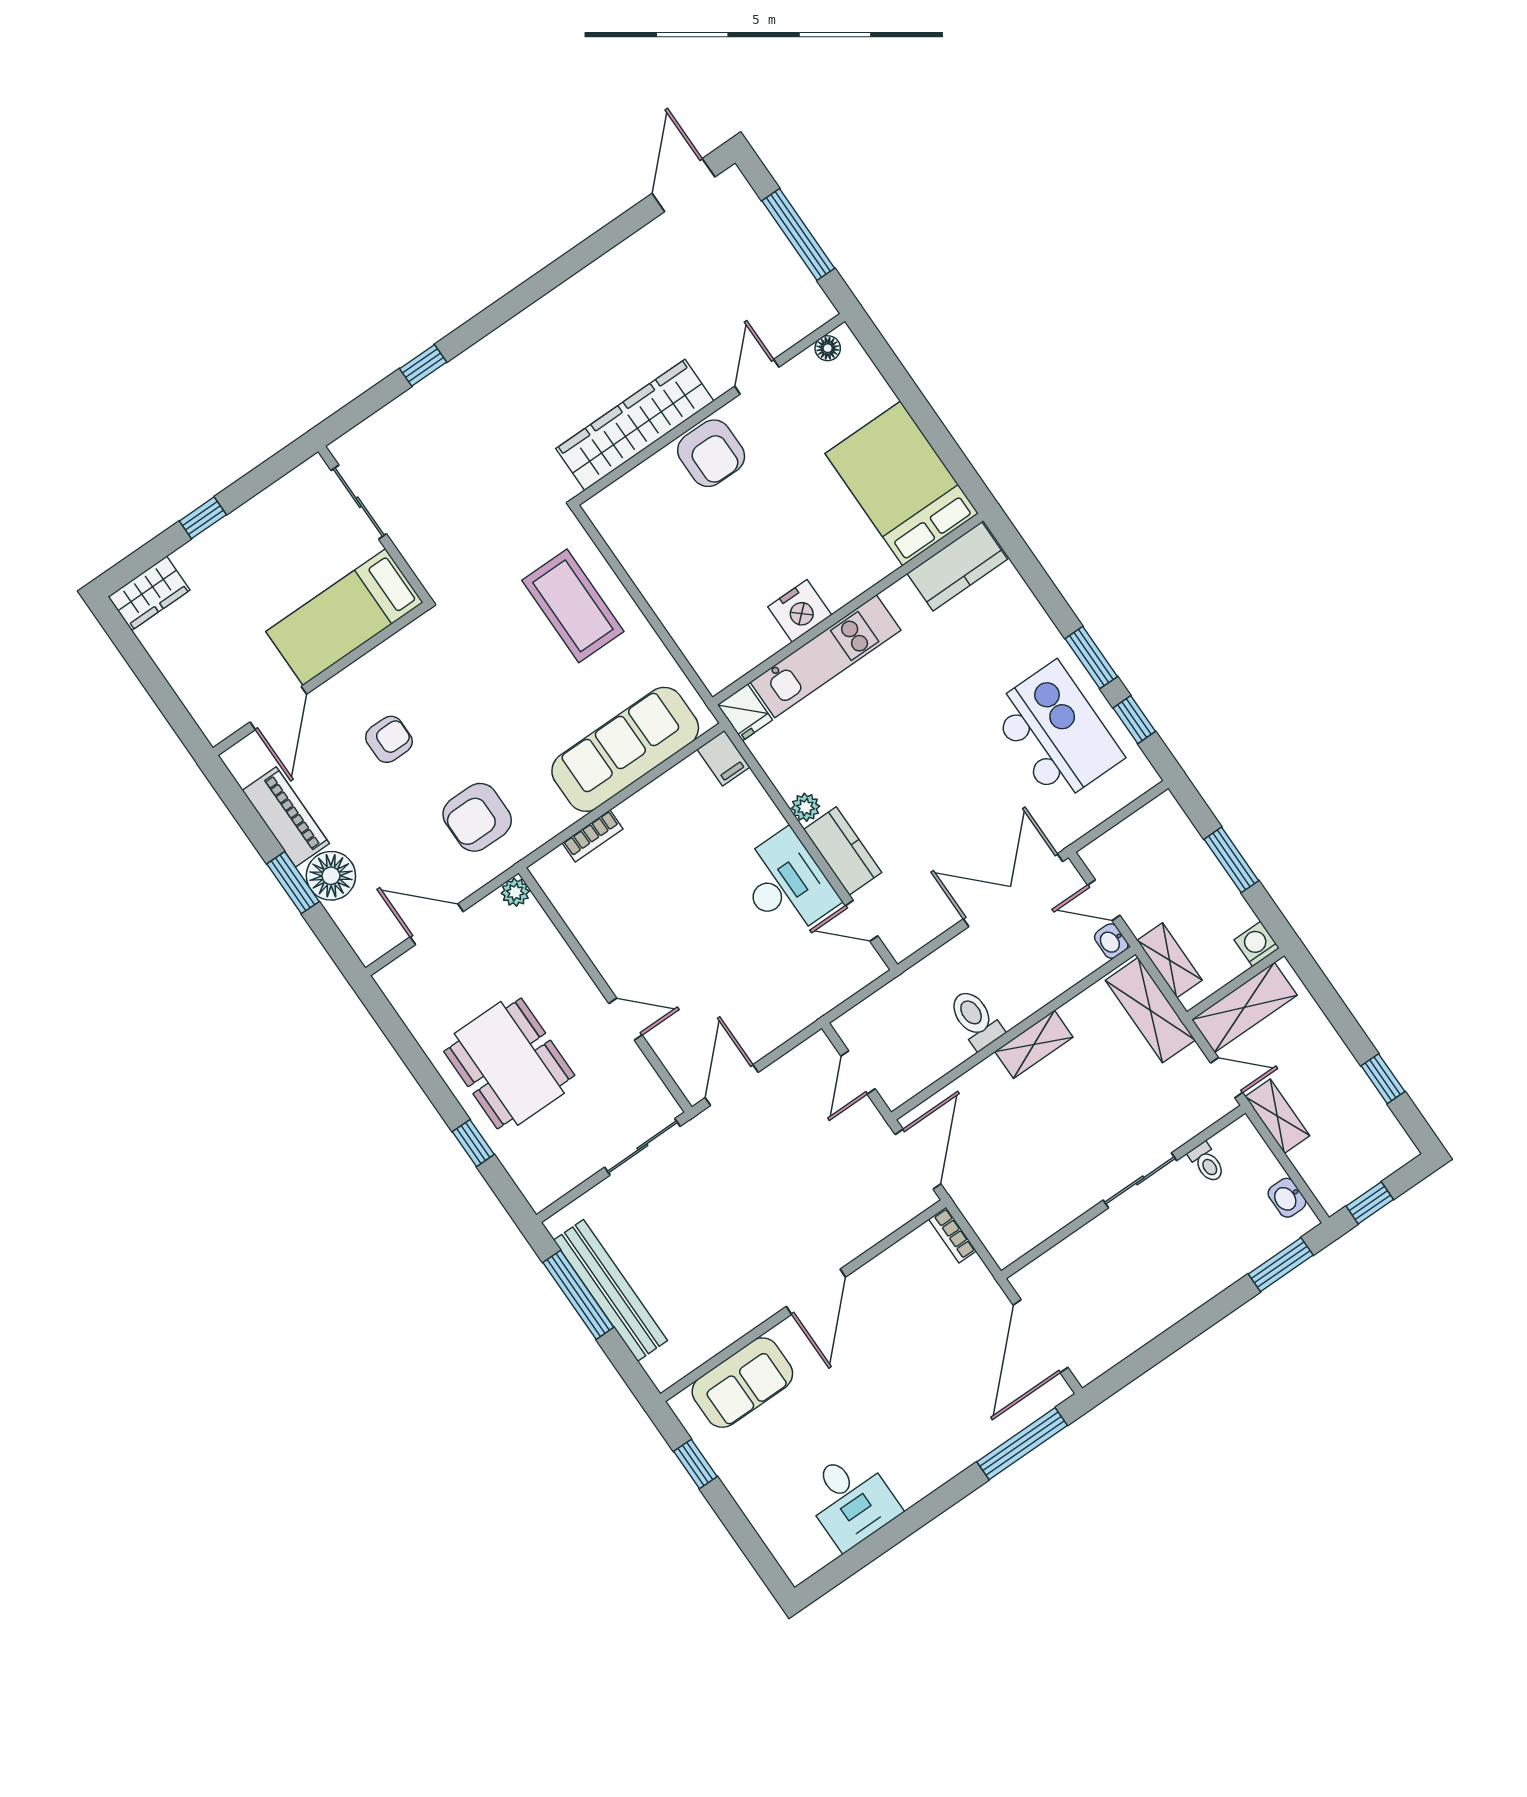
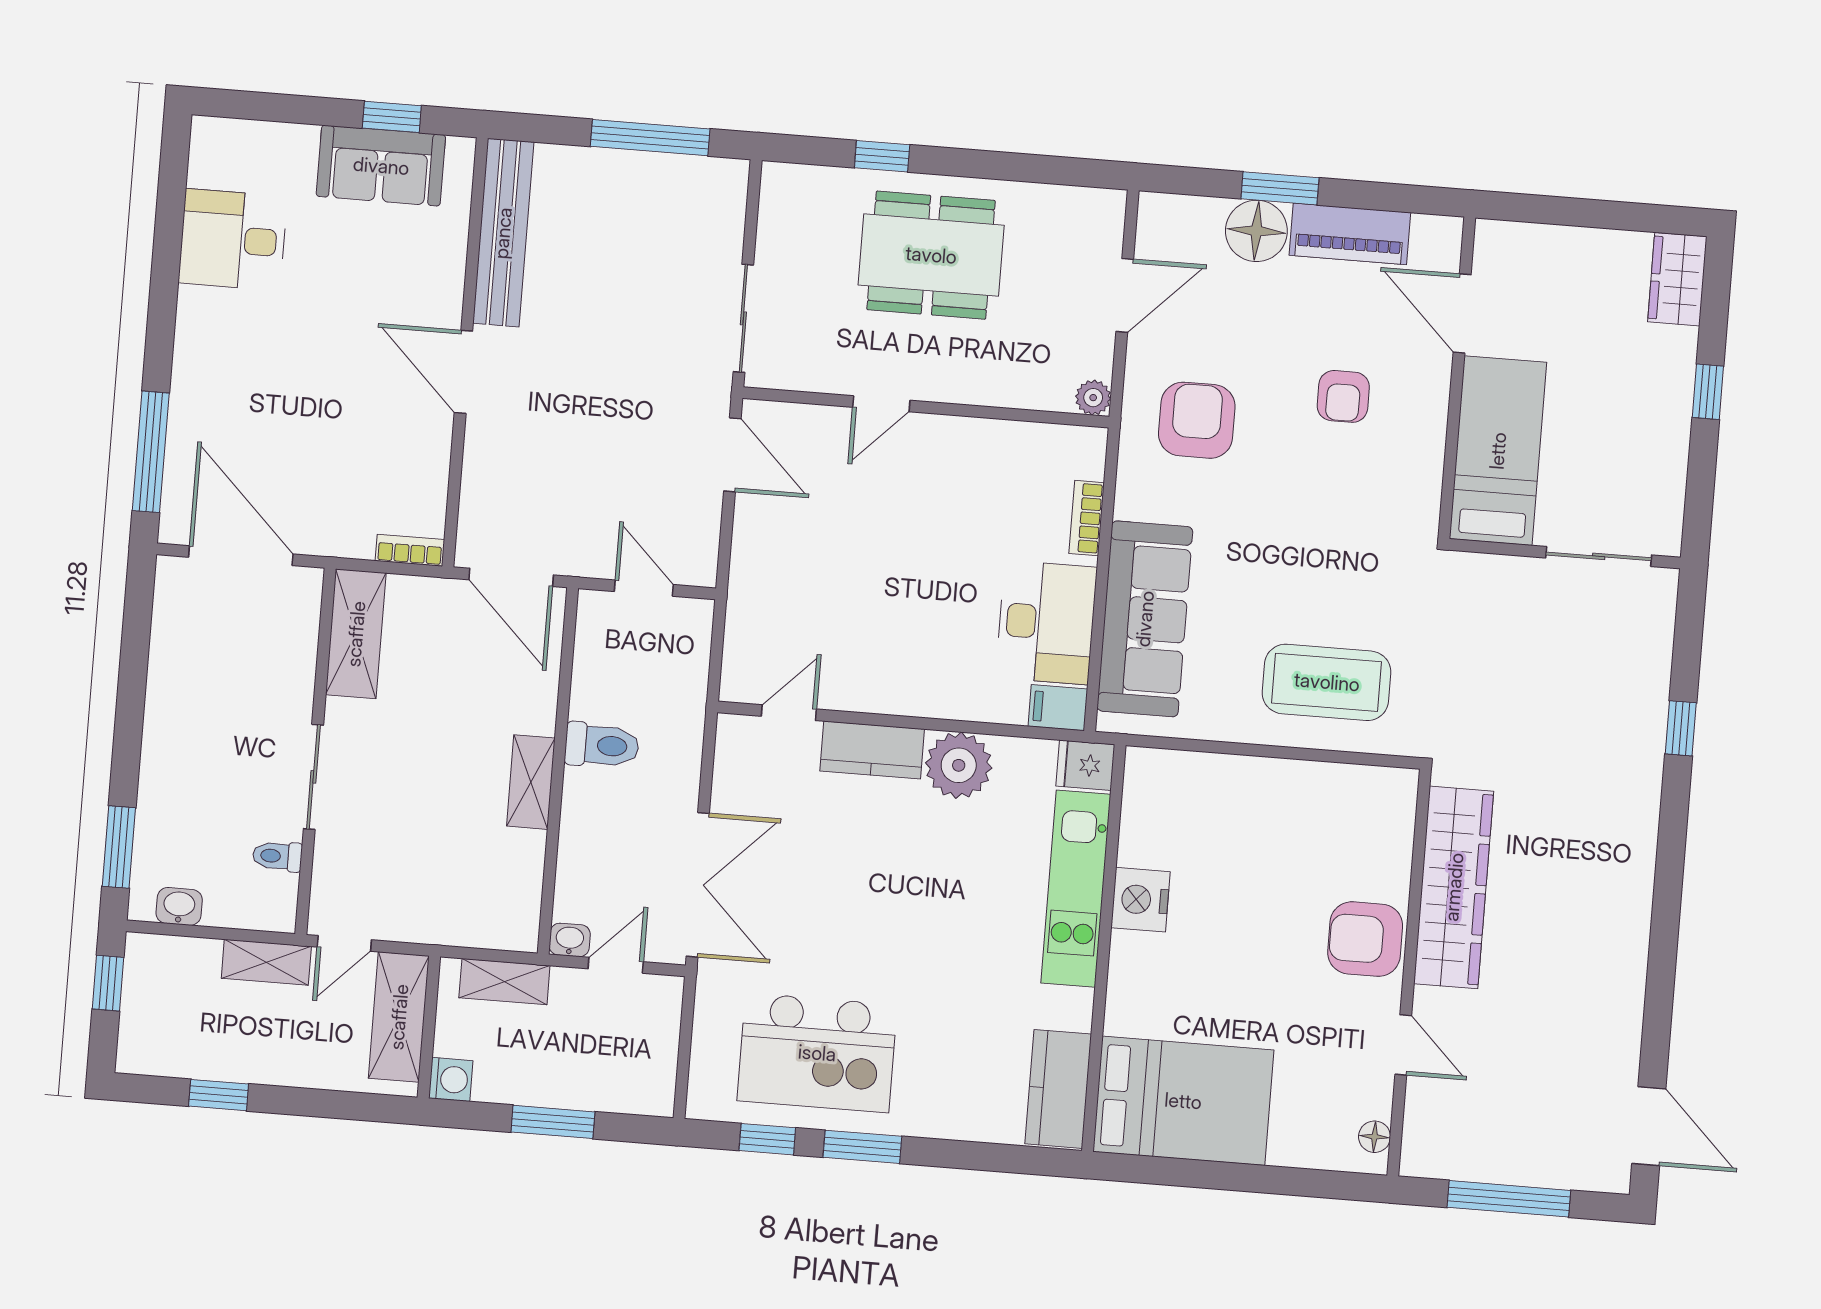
plant: (805, 807) -> (959, 765), width x1.88, depth x1.88
desk: (786, 884) -> (1046, 622), moved, turned -90
shelving: (1150, 1010) -> (356, 634), moved, turned 90
bench: (611, 1290) -> (503, 233), moved, turned 90
sofa: (742, 1383) -> (381, 166), moved, turned -90

